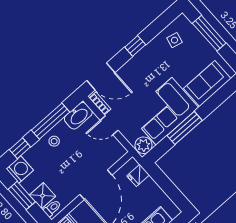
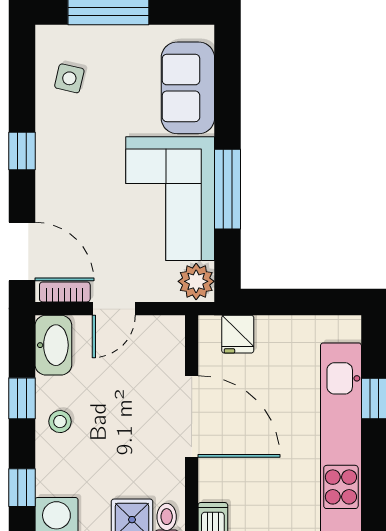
door: (101, 76) -> (22, 252), hinge flipped
window: (51, 121) -> (22, 398), width x0.46

